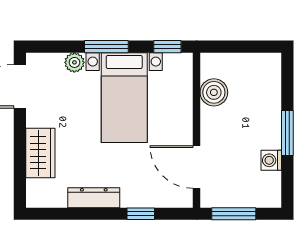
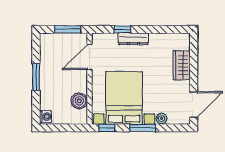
bed with nightstands: (124, 98) -> (124, 98), width x1.36
washing machine: (271, 160) -> (46, 117), moved
door: (197, 167) -> (90, 57), swing flipped
dresser: (94, 198) -> (133, 39), moved

